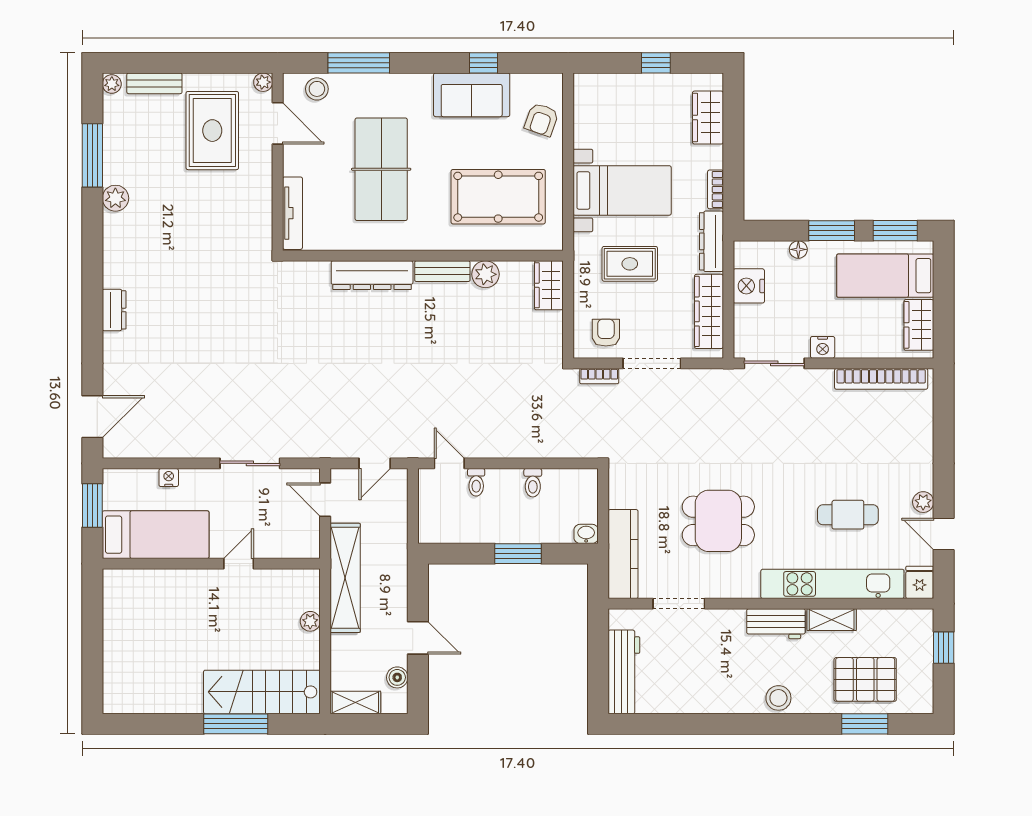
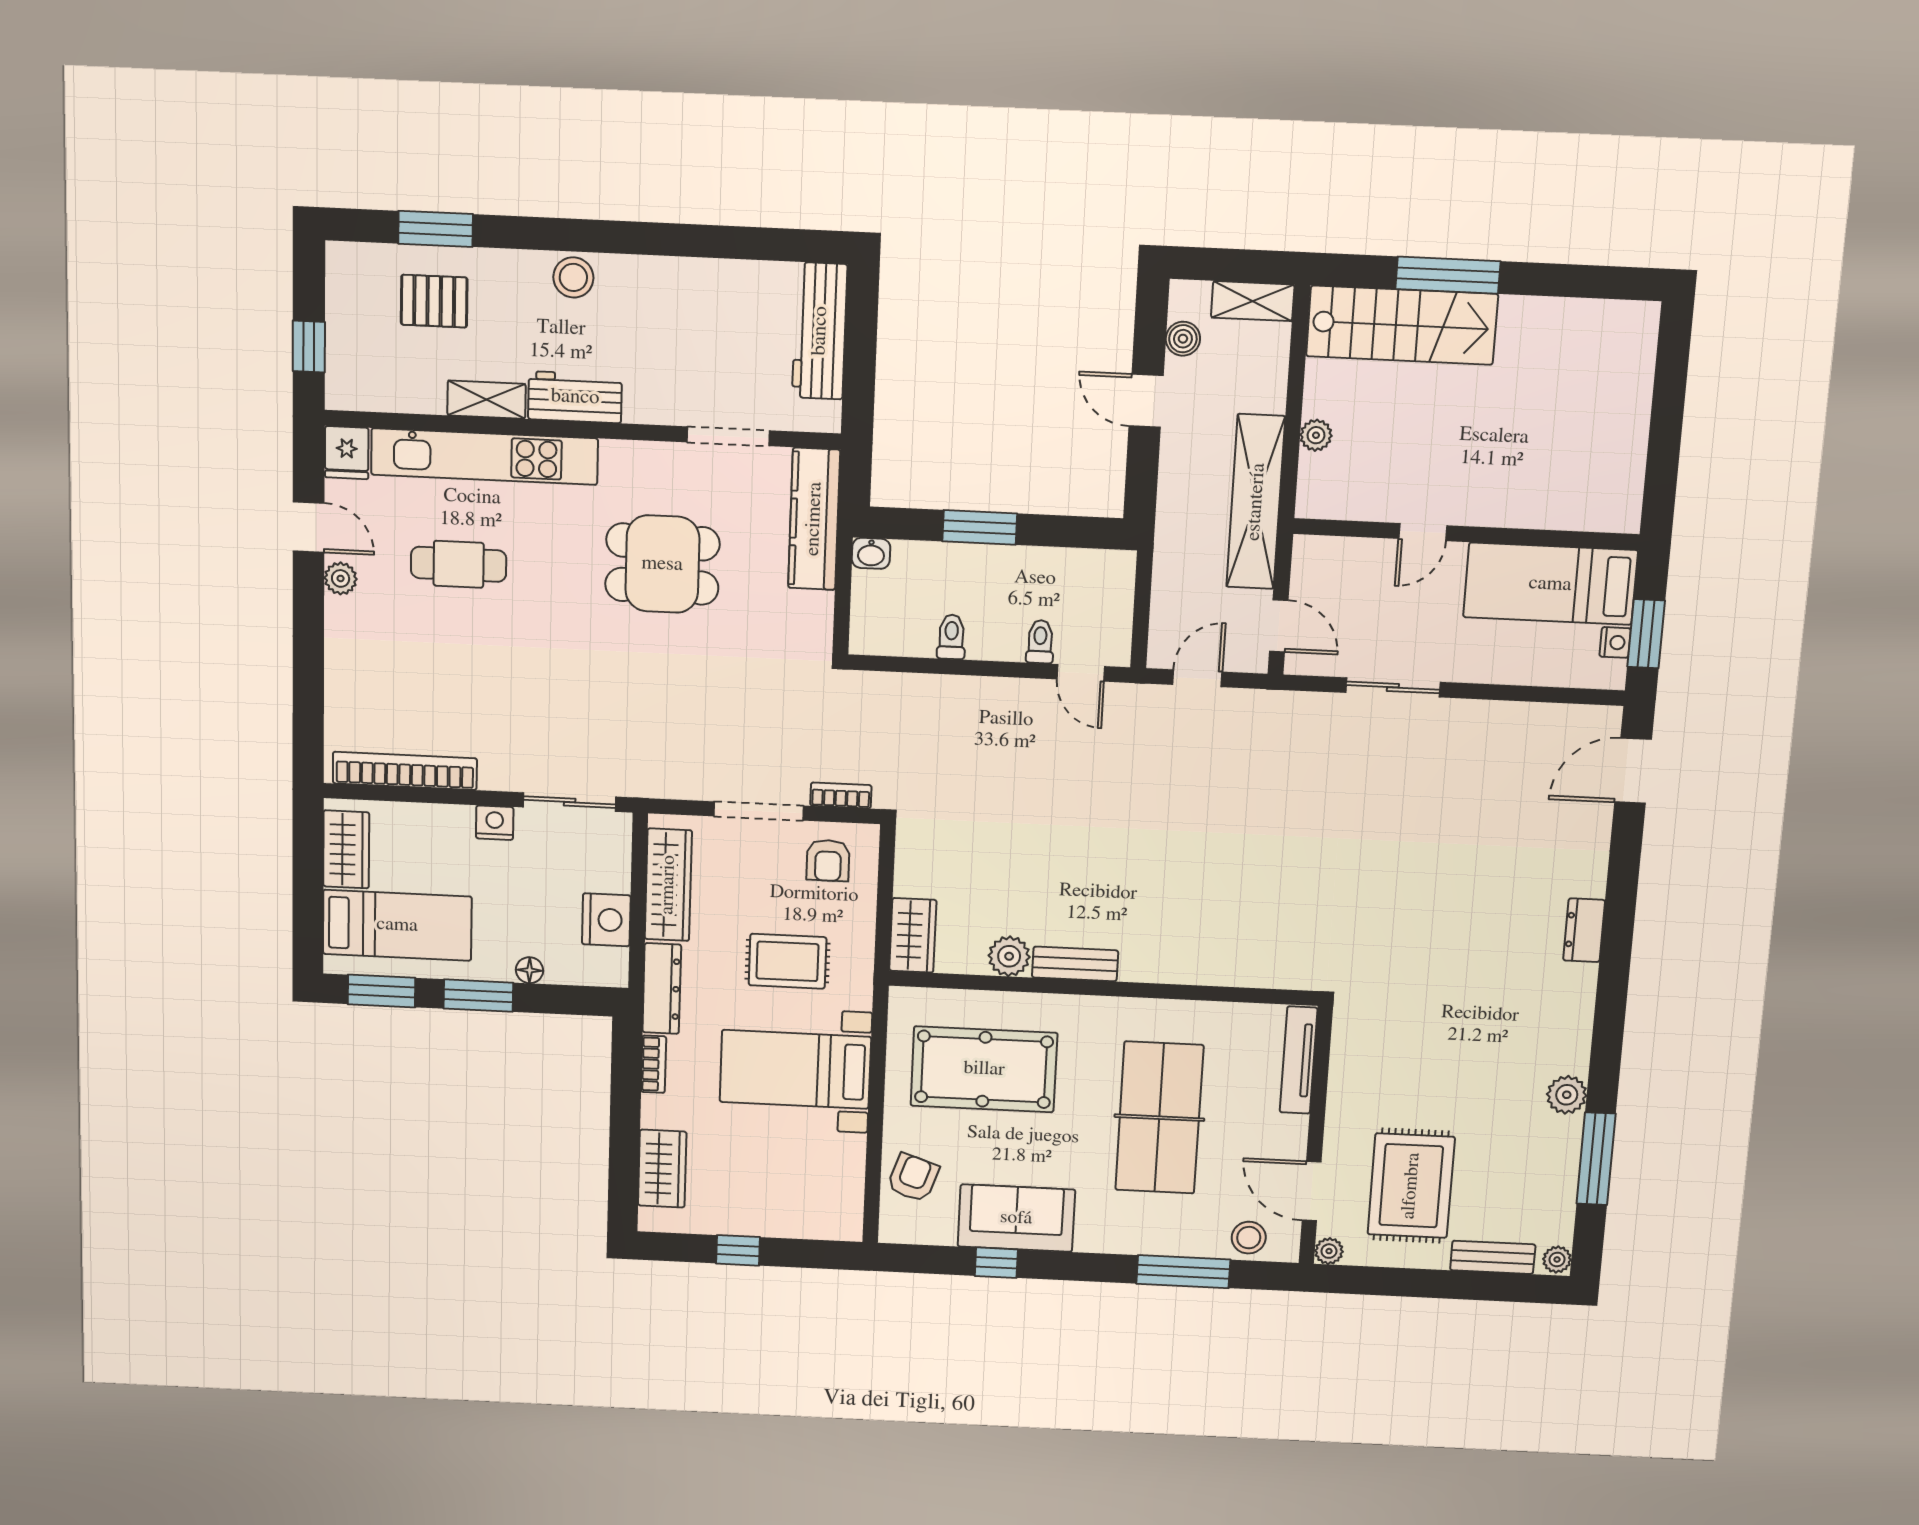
dresser: (372, 275) -> (1183, 963), removed
nightstand: (169, 478) -> (1615, 642), moved, turned -90
pallet: (865, 679) -> (434, 301), width x0.67, depth x0.71

